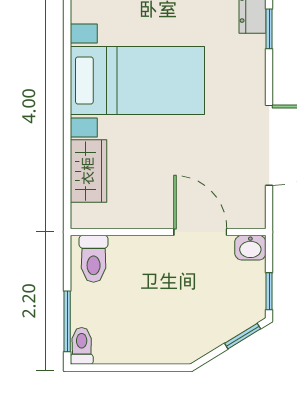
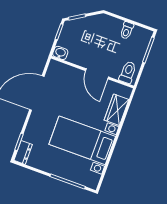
door: (200, 232) -> (97, 74), moved
toilet: (82, 346) -> (127, 30), moved

